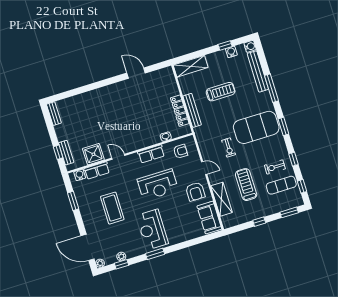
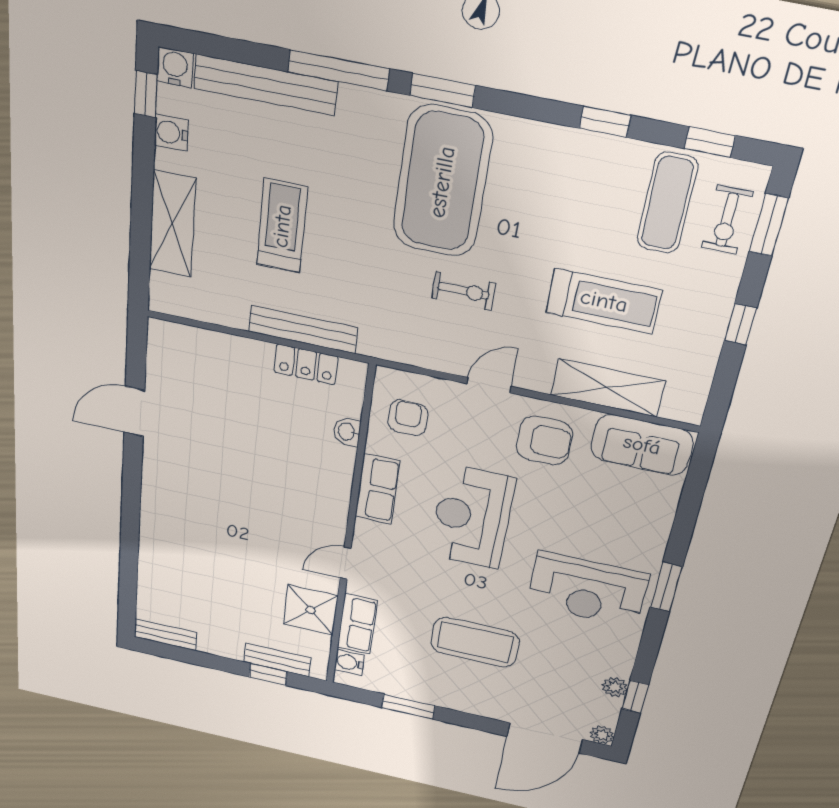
window: (225, 46) -> (146, 94), moved
shelving: (191, 66) -> (172, 224), moved
locker: (180, 111) -> (306, 364), width x0.66
window: (283, 126) -> (443, 90), moved
exercise bike: (275, 167) -> (727, 220), moved
reception desk: (158, 185) -> (472, 517), turned 180
treadmill: (246, 185) -> (604, 301), turned 180
window: (155, 254) -> (666, 587), moved

